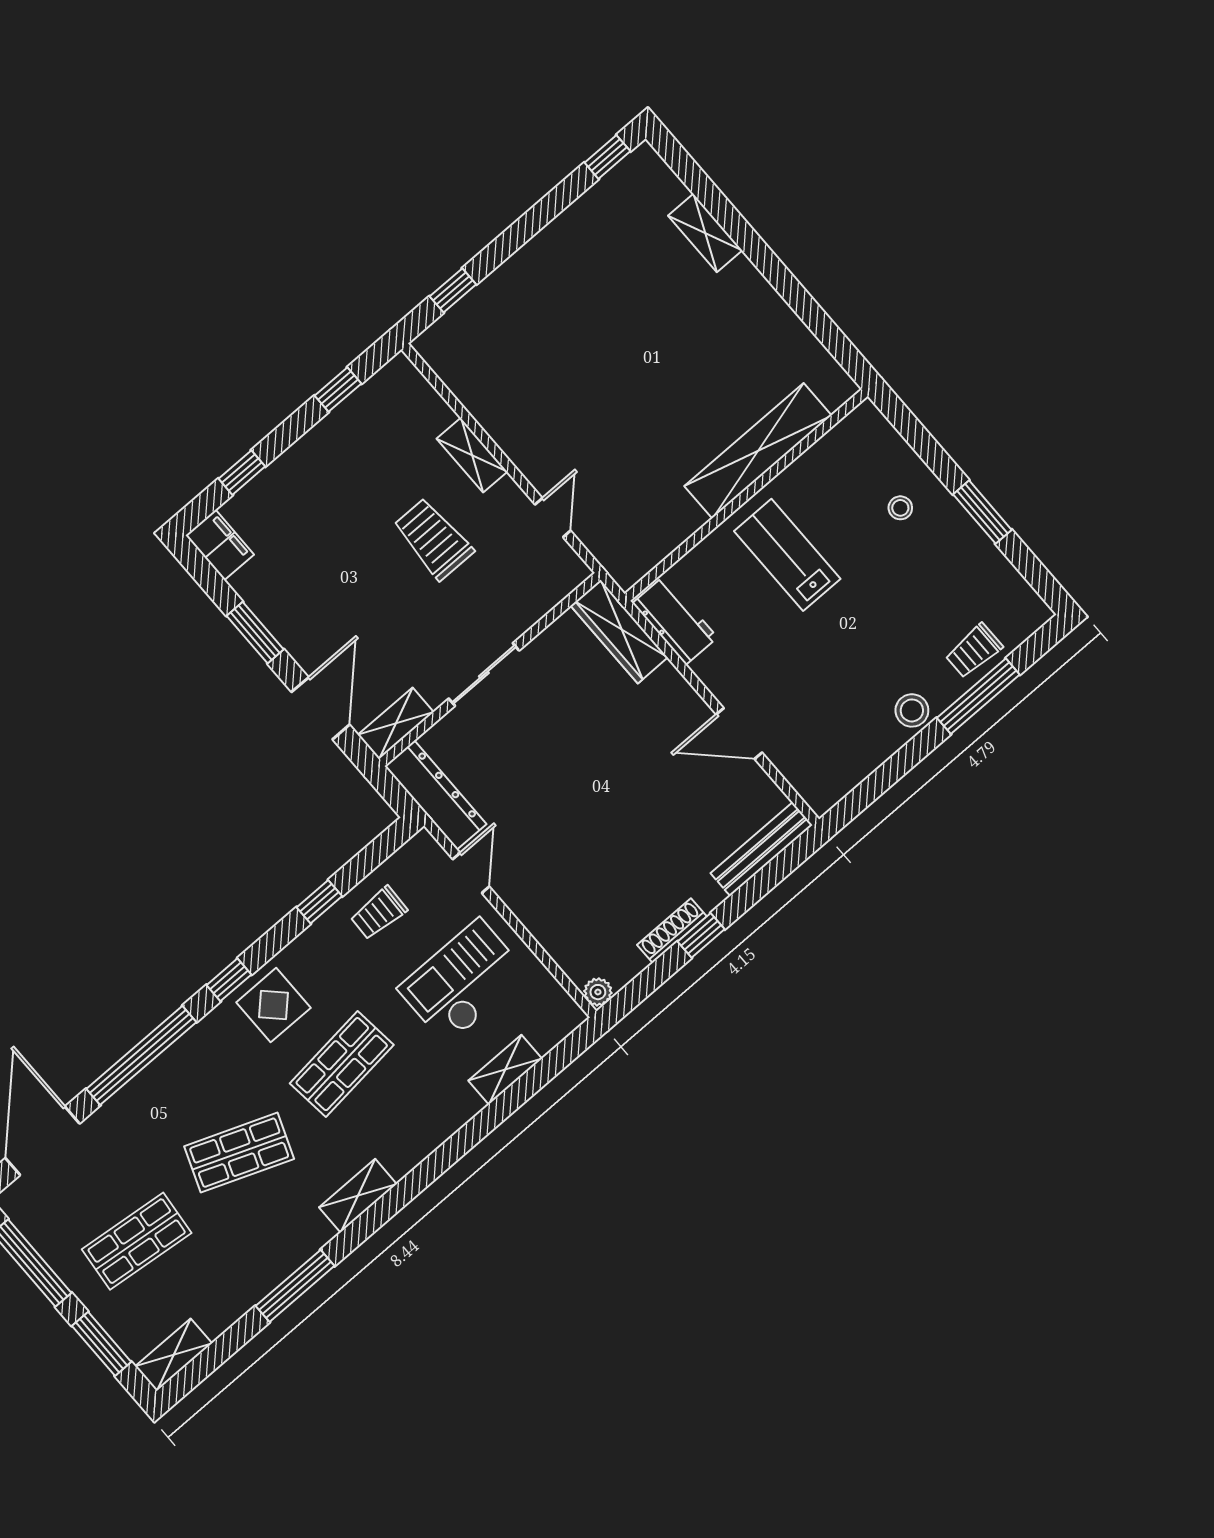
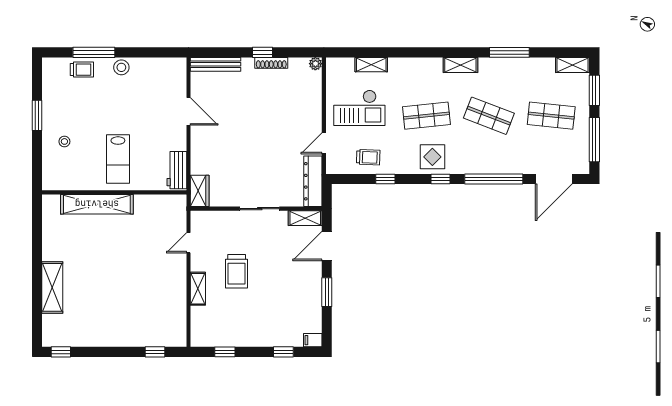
shelving: (705, 233) -> (52, 287), width x1.50, depth x1.33
filing cabinet: (220, 545) -> (313, 340), width x0.50
wardrobe: (619, 631) -> (200, 191), width x0.67

